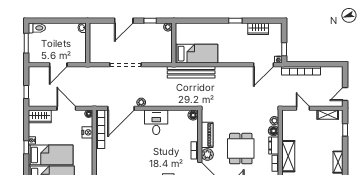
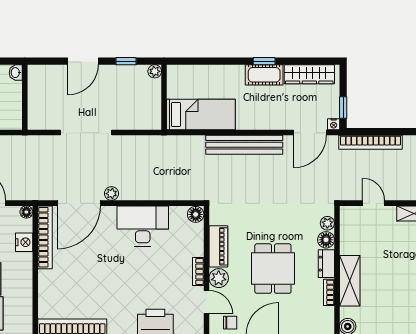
cot: (235, 29) -> (264, 75), added
wardrobe: (258, 29) -> (309, 74), width x1.50
bench: (191, 72) -> (244, 145), moved
desk: (156, 122) -> (143, 226), width x1.37

